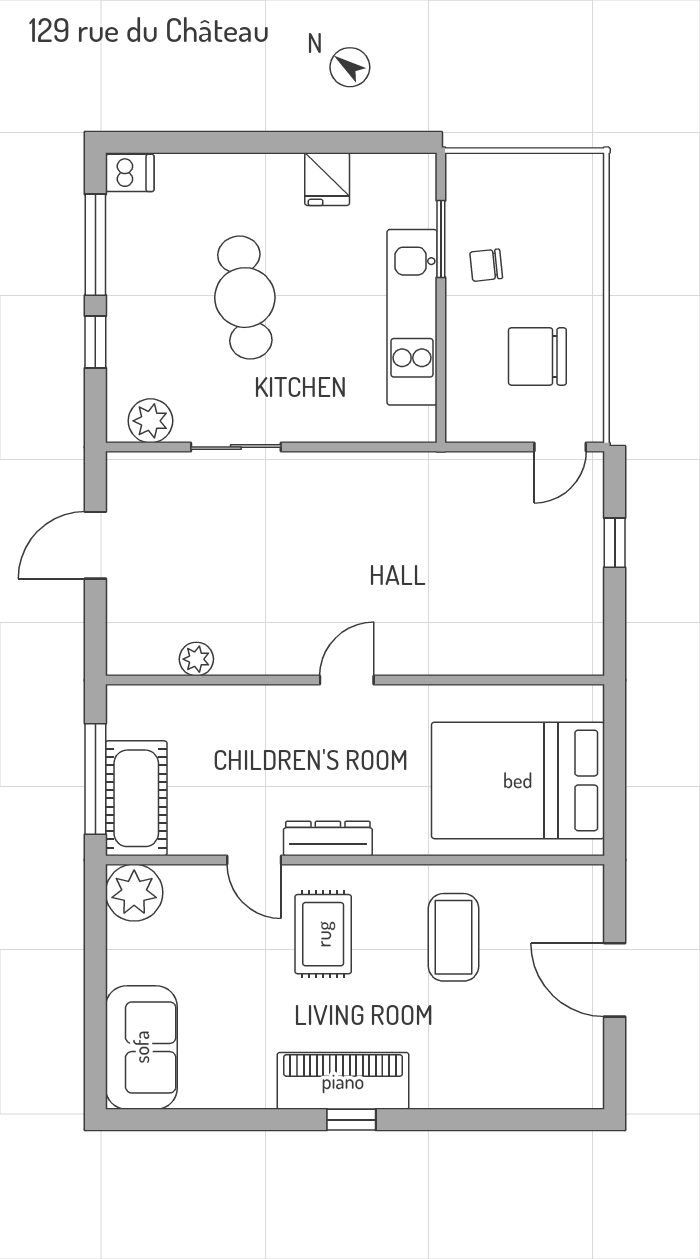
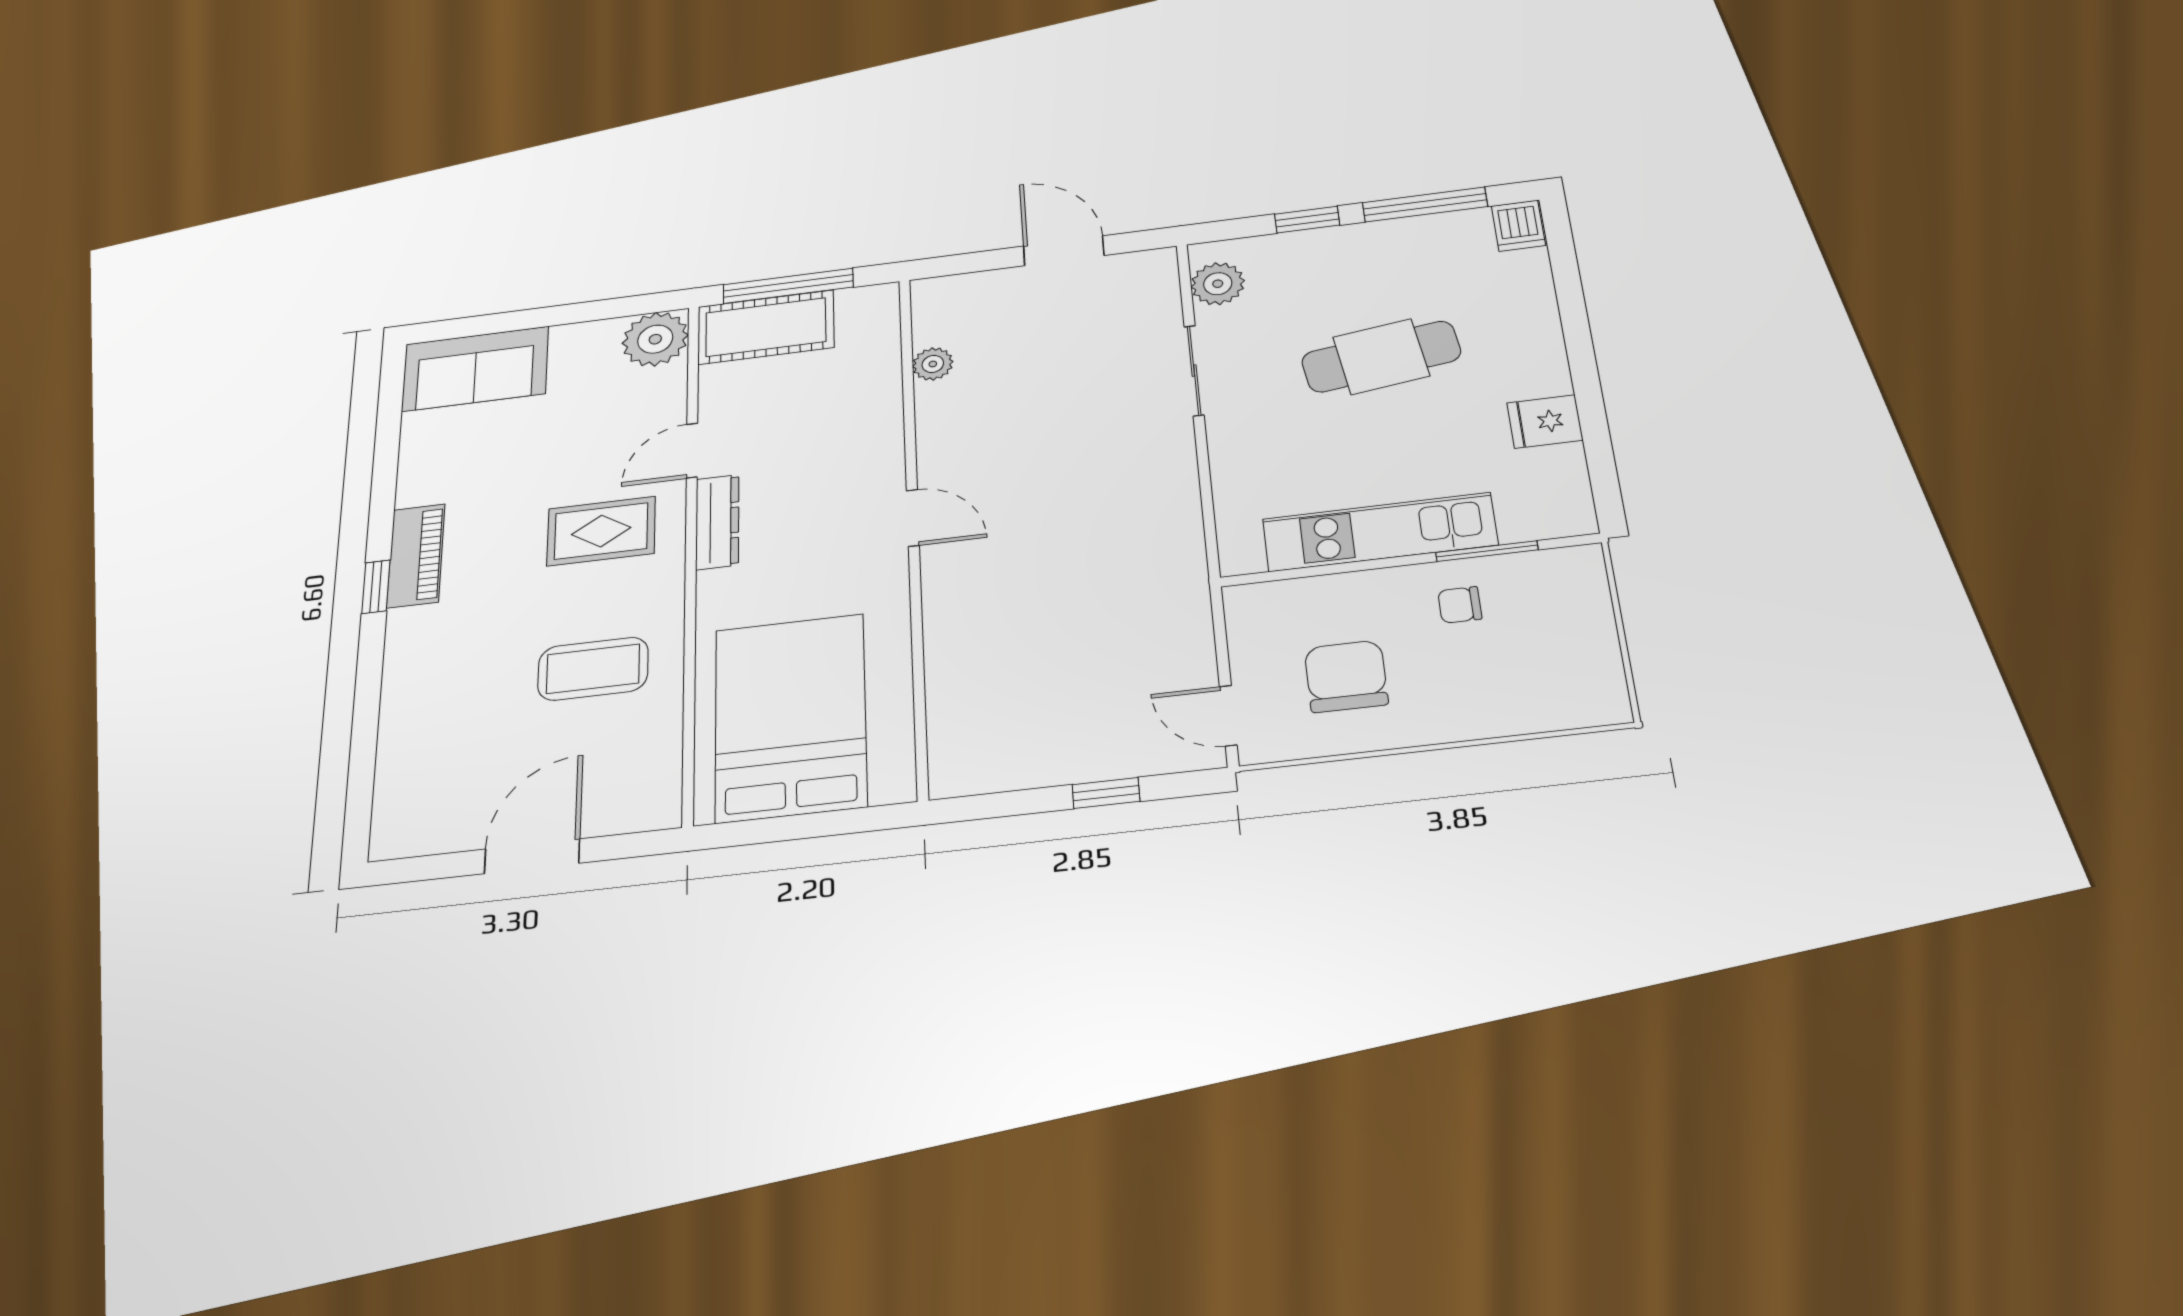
chair: (486, 265) -> (1460, 605), turned -84
piano: (343, 1081) -> (416, 556), width x0.73, depth x0.75

